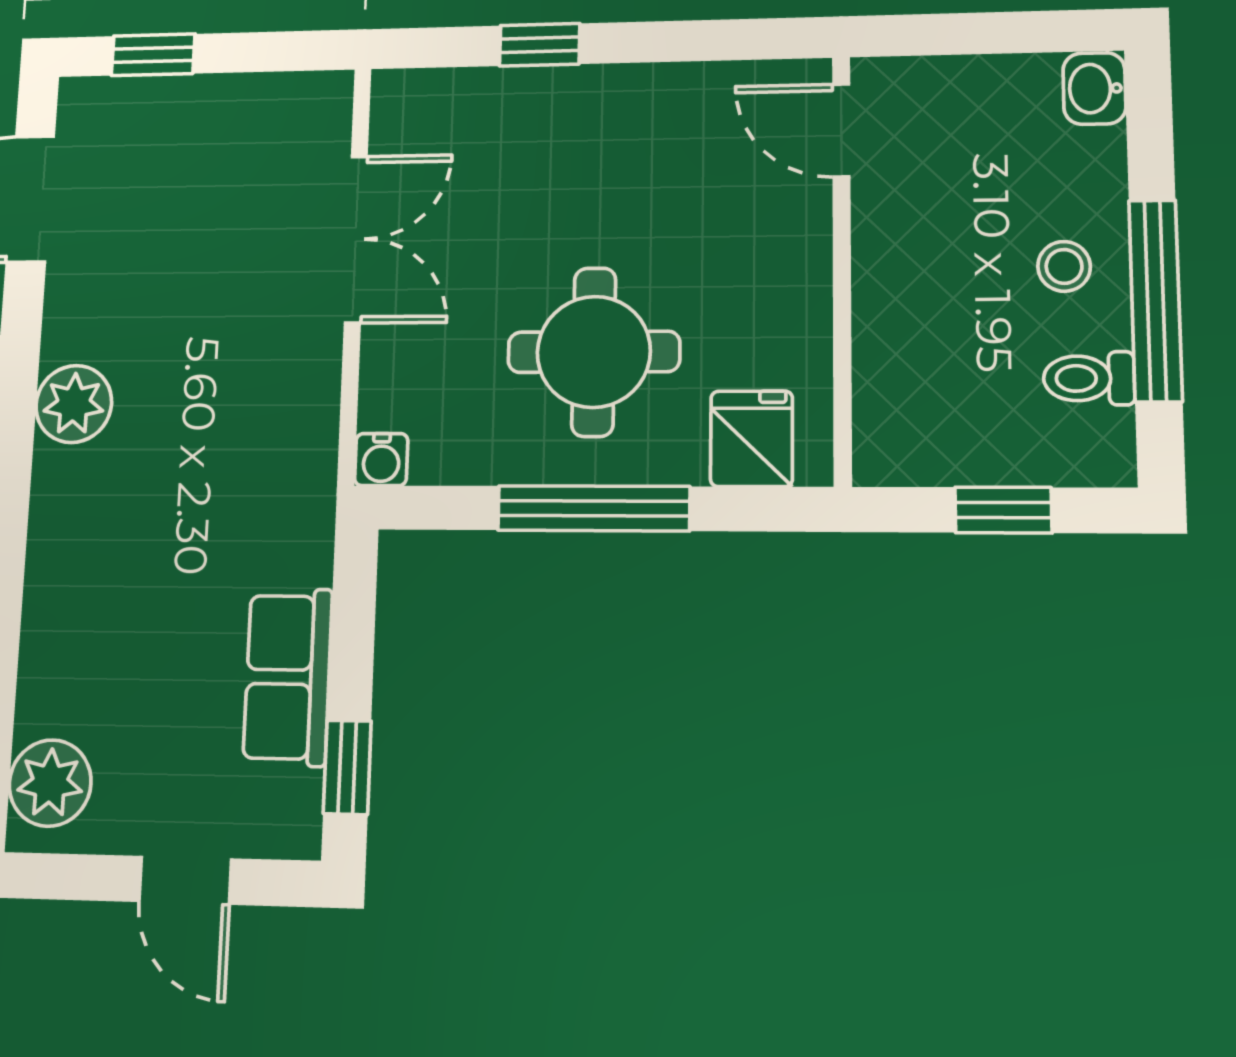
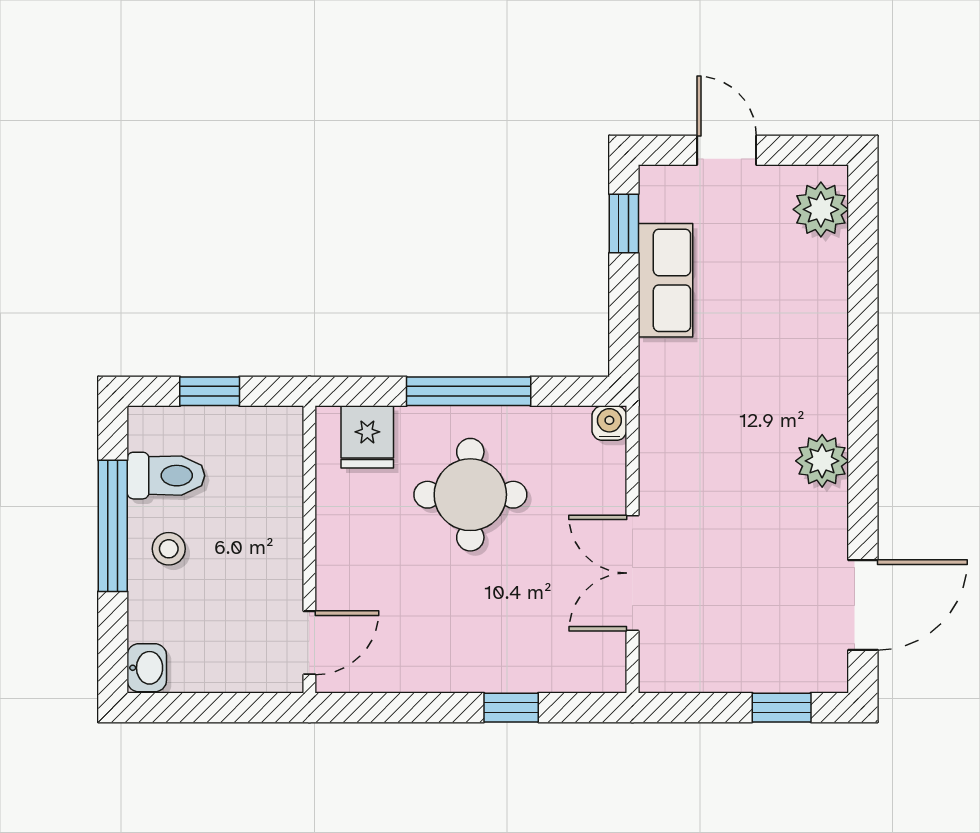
door: (841, 130) -> (309, 643), hinge flipped
toilet: (1089, 378) -> (166, 476), width x1.37, depth x1.39

